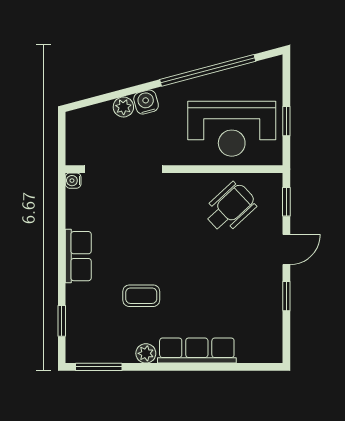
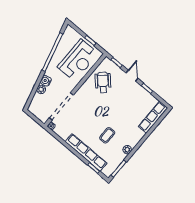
row of seats: (78, 256) -> (86, 152), width x2.02
row of seats: (197, 351) -> (153, 117), moved

